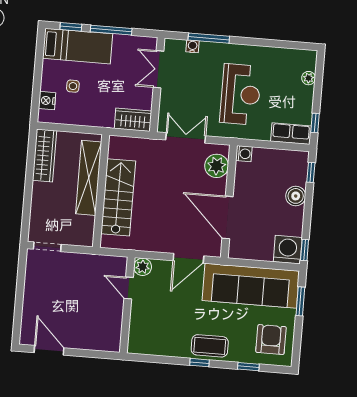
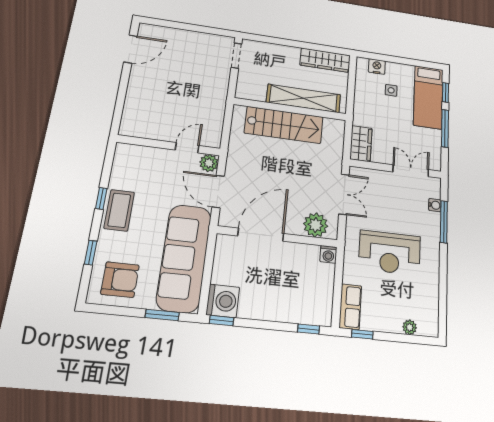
boiler: (296, 196) -> (283, 311), removed
plant: (143, 267) -> (209, 163), moved
door: (129, 288) -> (187, 148), moved
wall: (127, 305) -> (169, 145), moved

